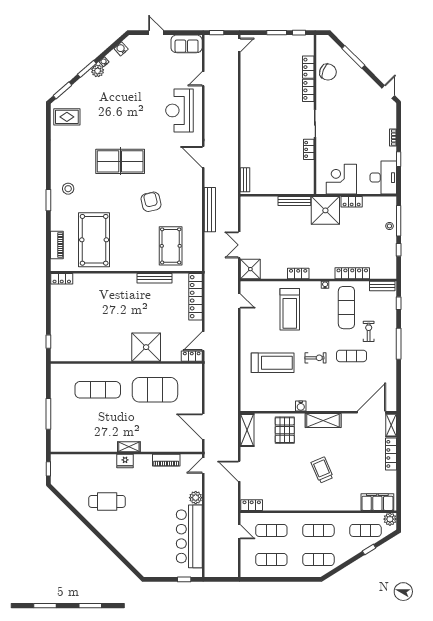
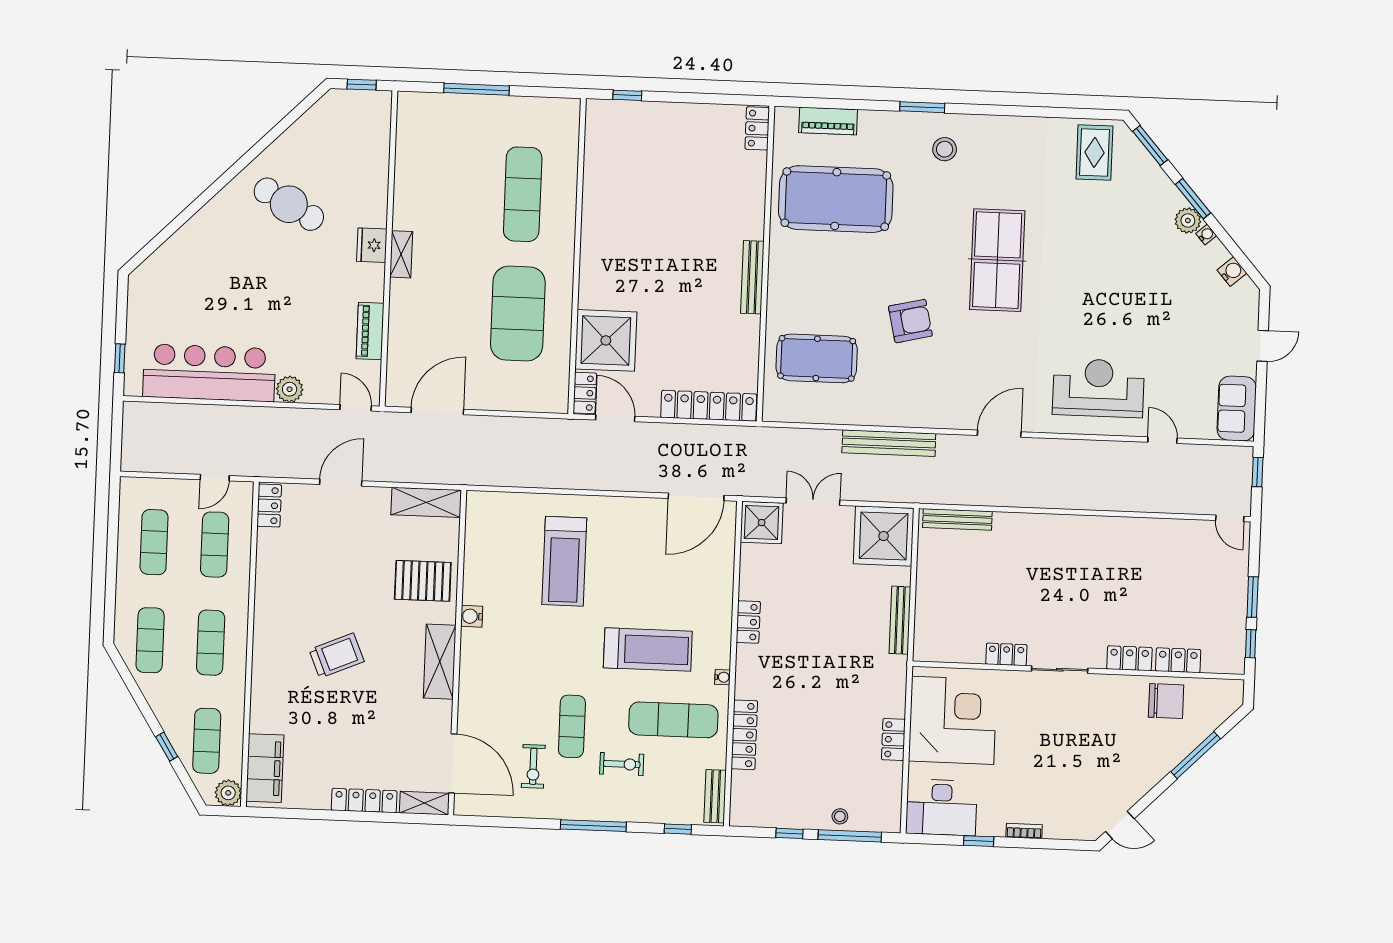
chair: (328, 72) -> (1166, 701), turned -112
corner desk: (341, 179) -> (953, 720), width x1.36, depth x1.36
bench: (245, 180) -> (957, 519), width x1.36
shower: (325, 210) -> (884, 536), moved
bench: (154, 278) -> (752, 277), moved
door: (239, 301) -> (696, 497), width x1.87
treadmill: (290, 309) -> (648, 649), moved, turned 180
shower: (146, 347) -> (606, 340), moved
exercise bike: (315, 358) -> (533, 766), moved
cafe table: (107, 501) -> (289, 204), turned -61

